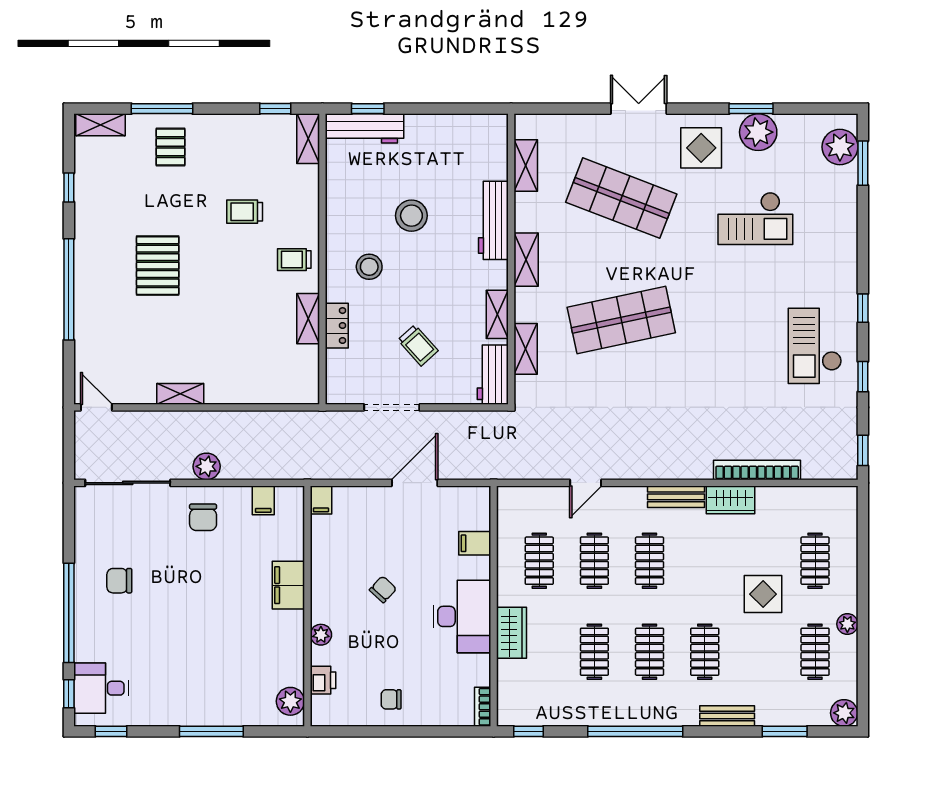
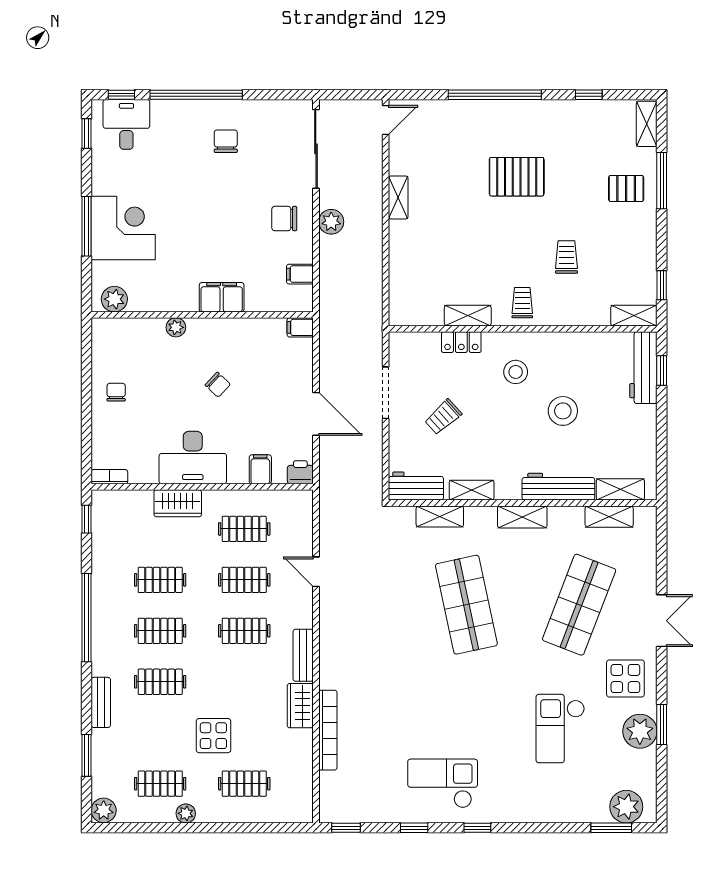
shelving: (496, 153) -> (620, 489), added
printer: (323, 680) -> (300, 472), moved, turned 180
corner desk: (213, 692) -> (123, 228), added

